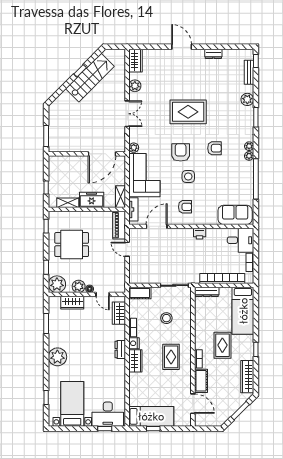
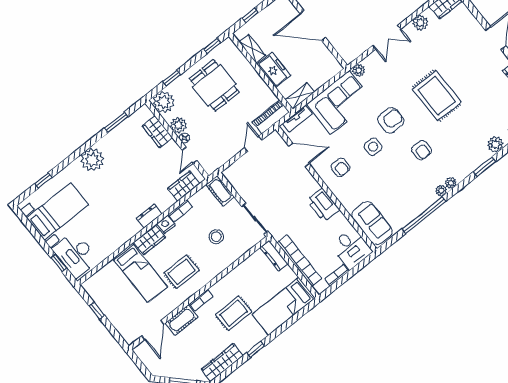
door: (102, 154) -> (313, 26), moved
printer: (200, 234) -> (323, 205), width x1.87, depth x1.48
bed: (151, 416) -> (140, 273), moved

